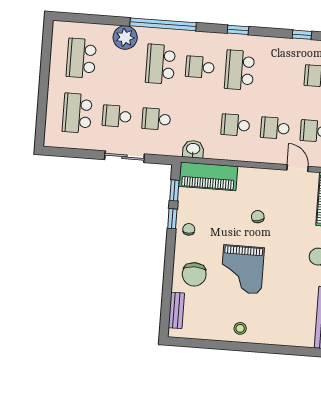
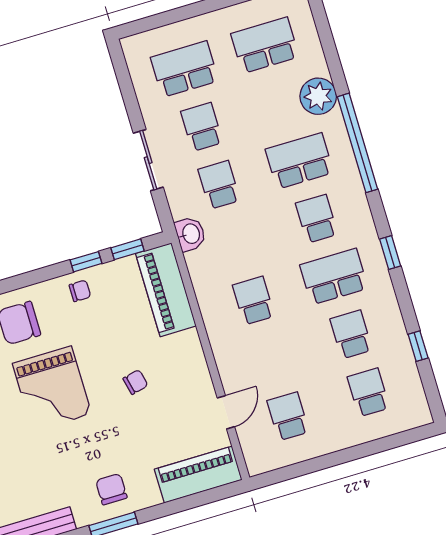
school desk: (275, 128) -> (351, 334), moved
washbasin: (193, 149) -> (190, 234), moved
grand piano: (242, 269) -> (52, 389), turned -90

